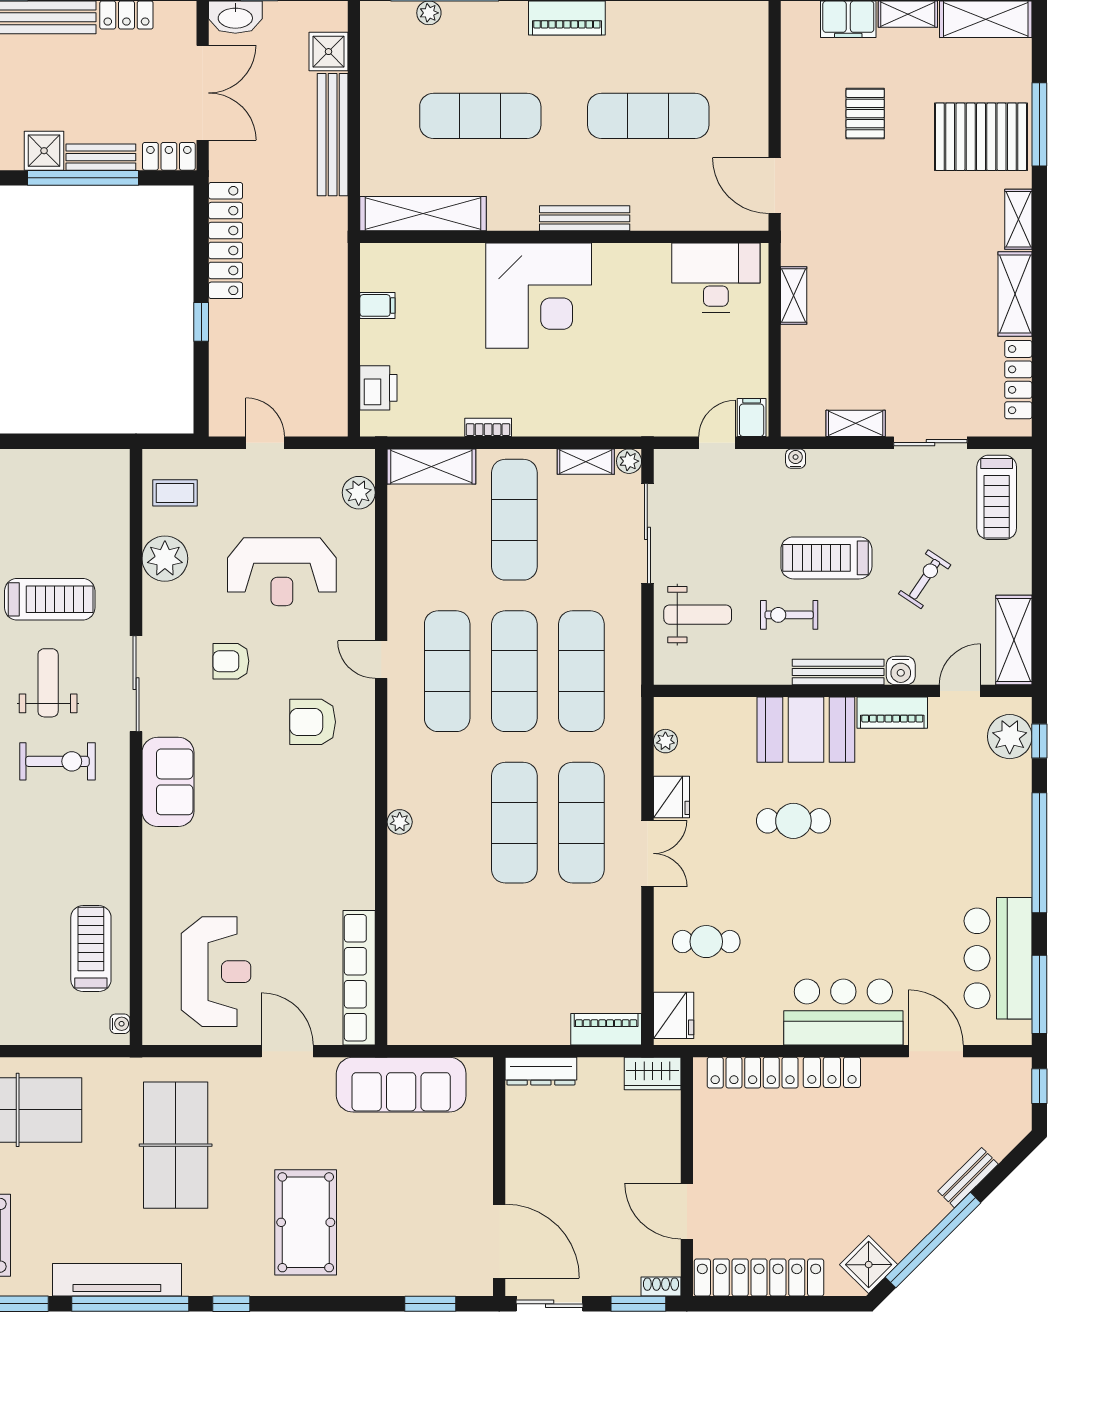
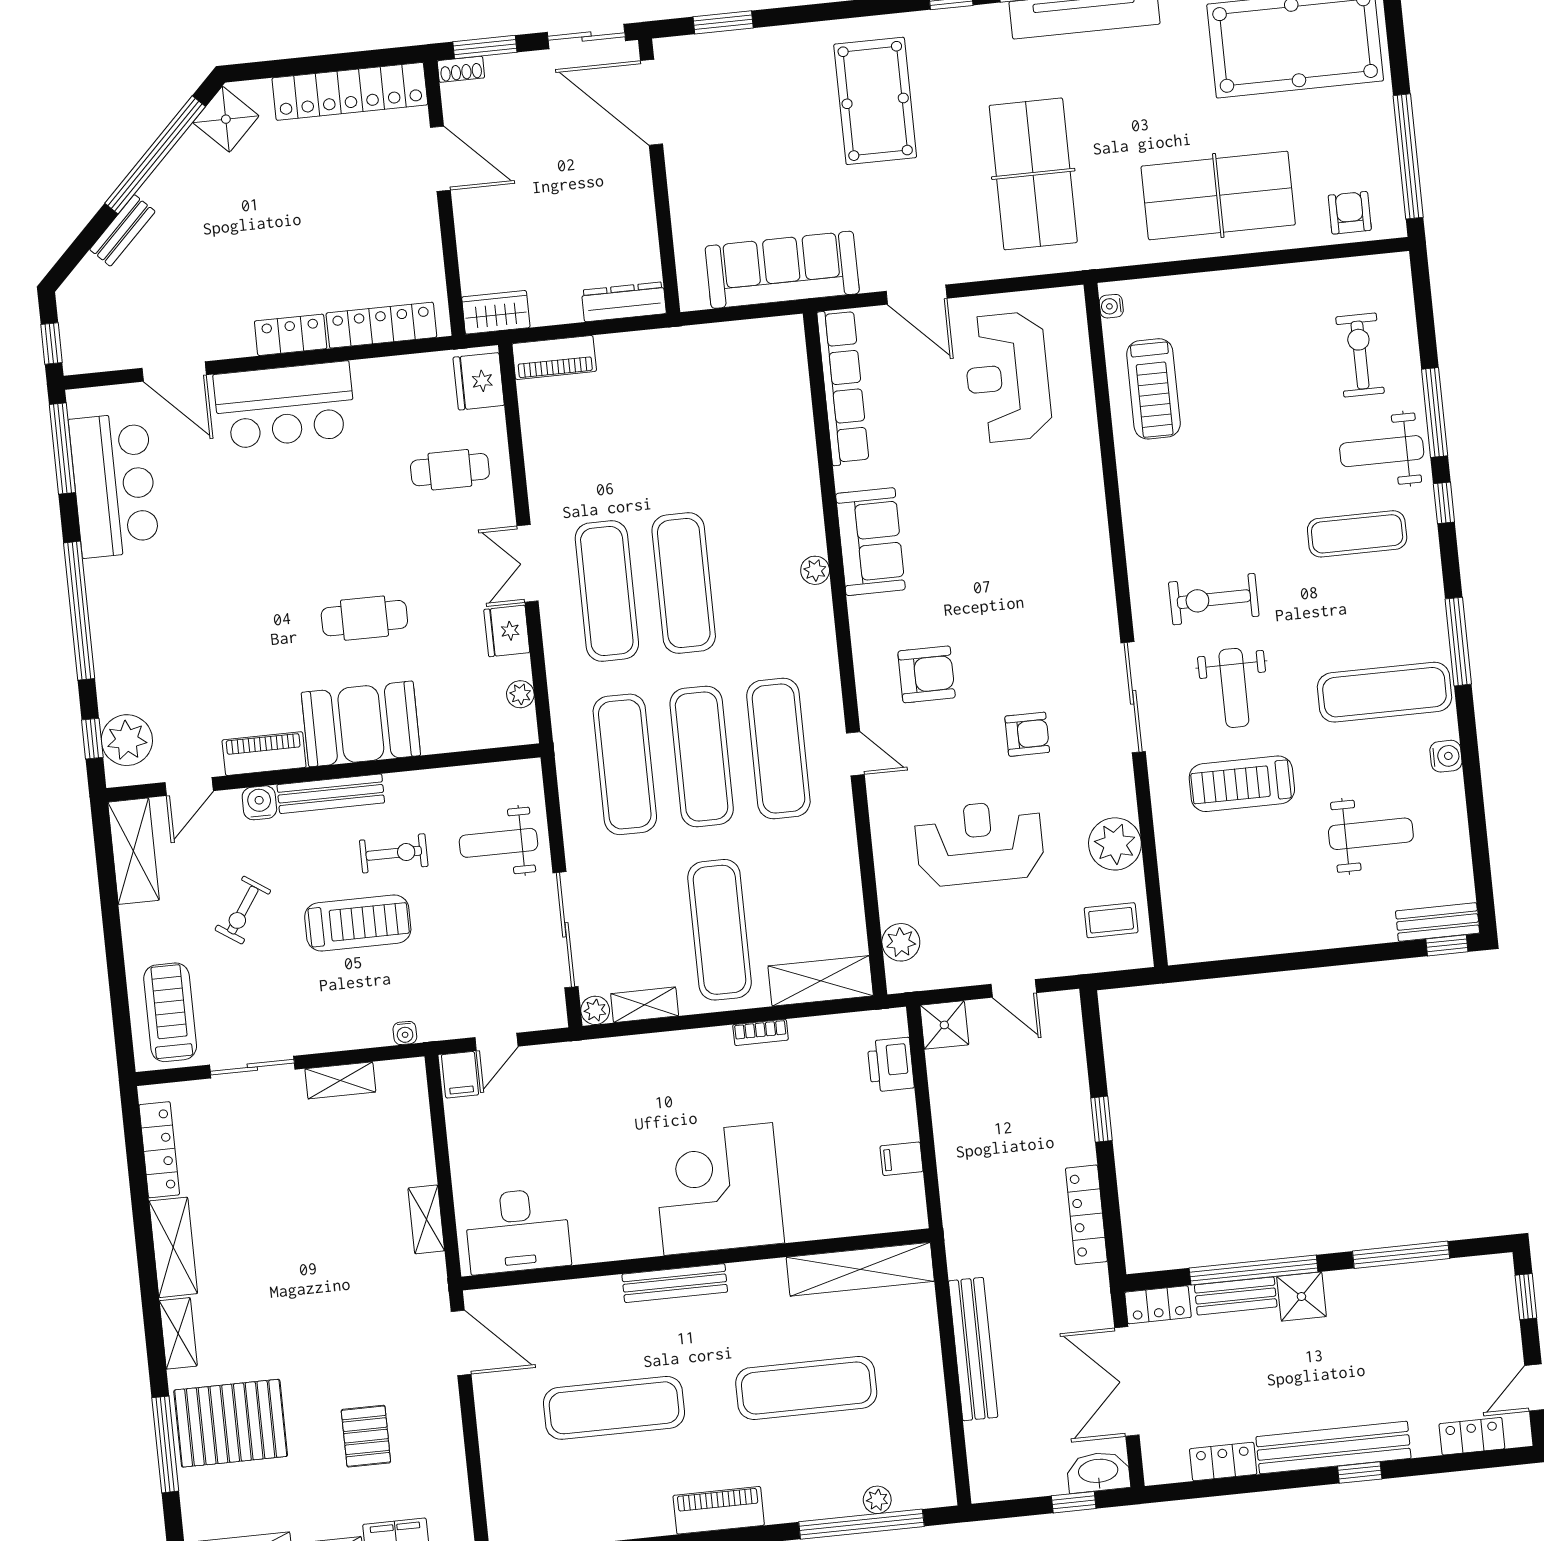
shower: (329, 52) -> (944, 1025), moved
locker: (226, 241) -> (1086, 1215), width x0.71, depth x0.83
sofa: (168, 782) -> (870, 542), moved, turned 180

